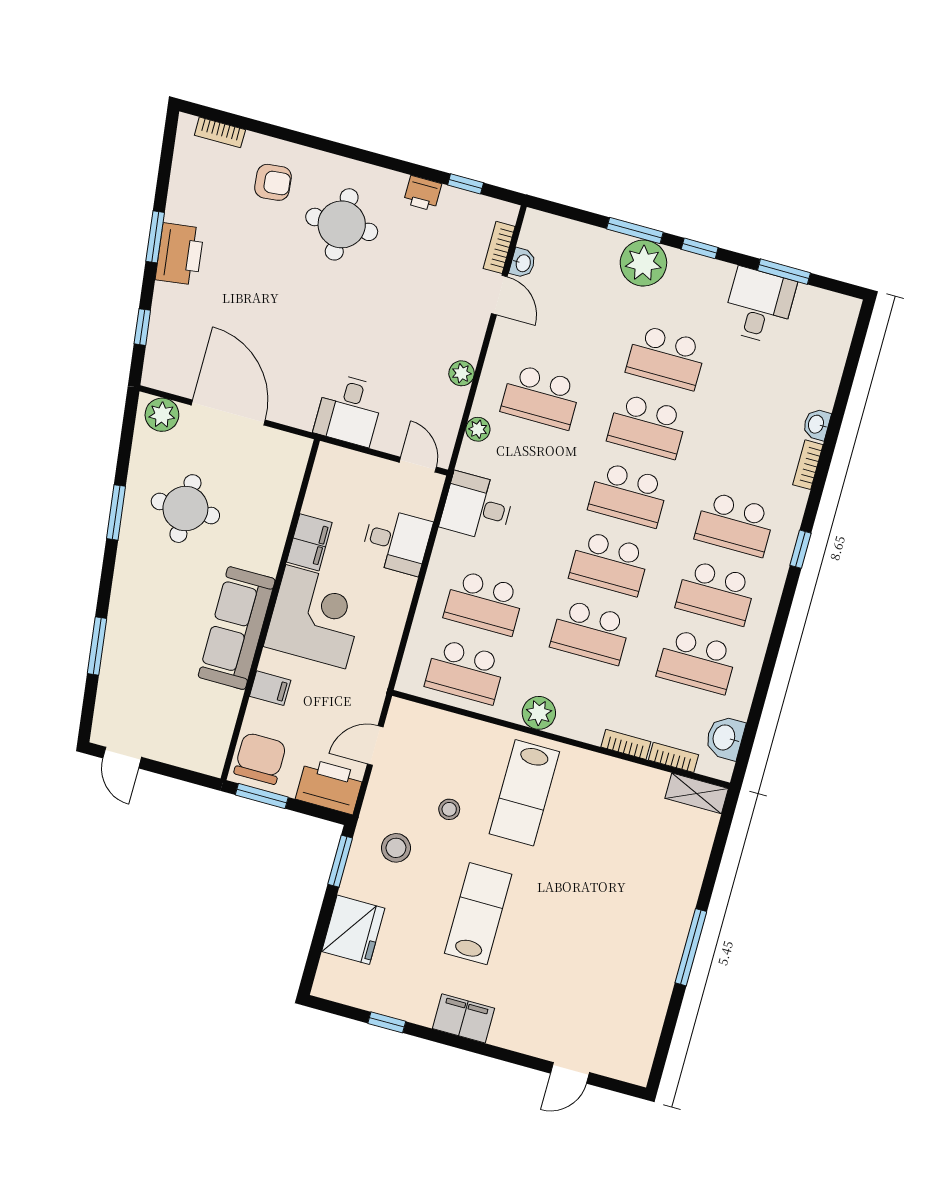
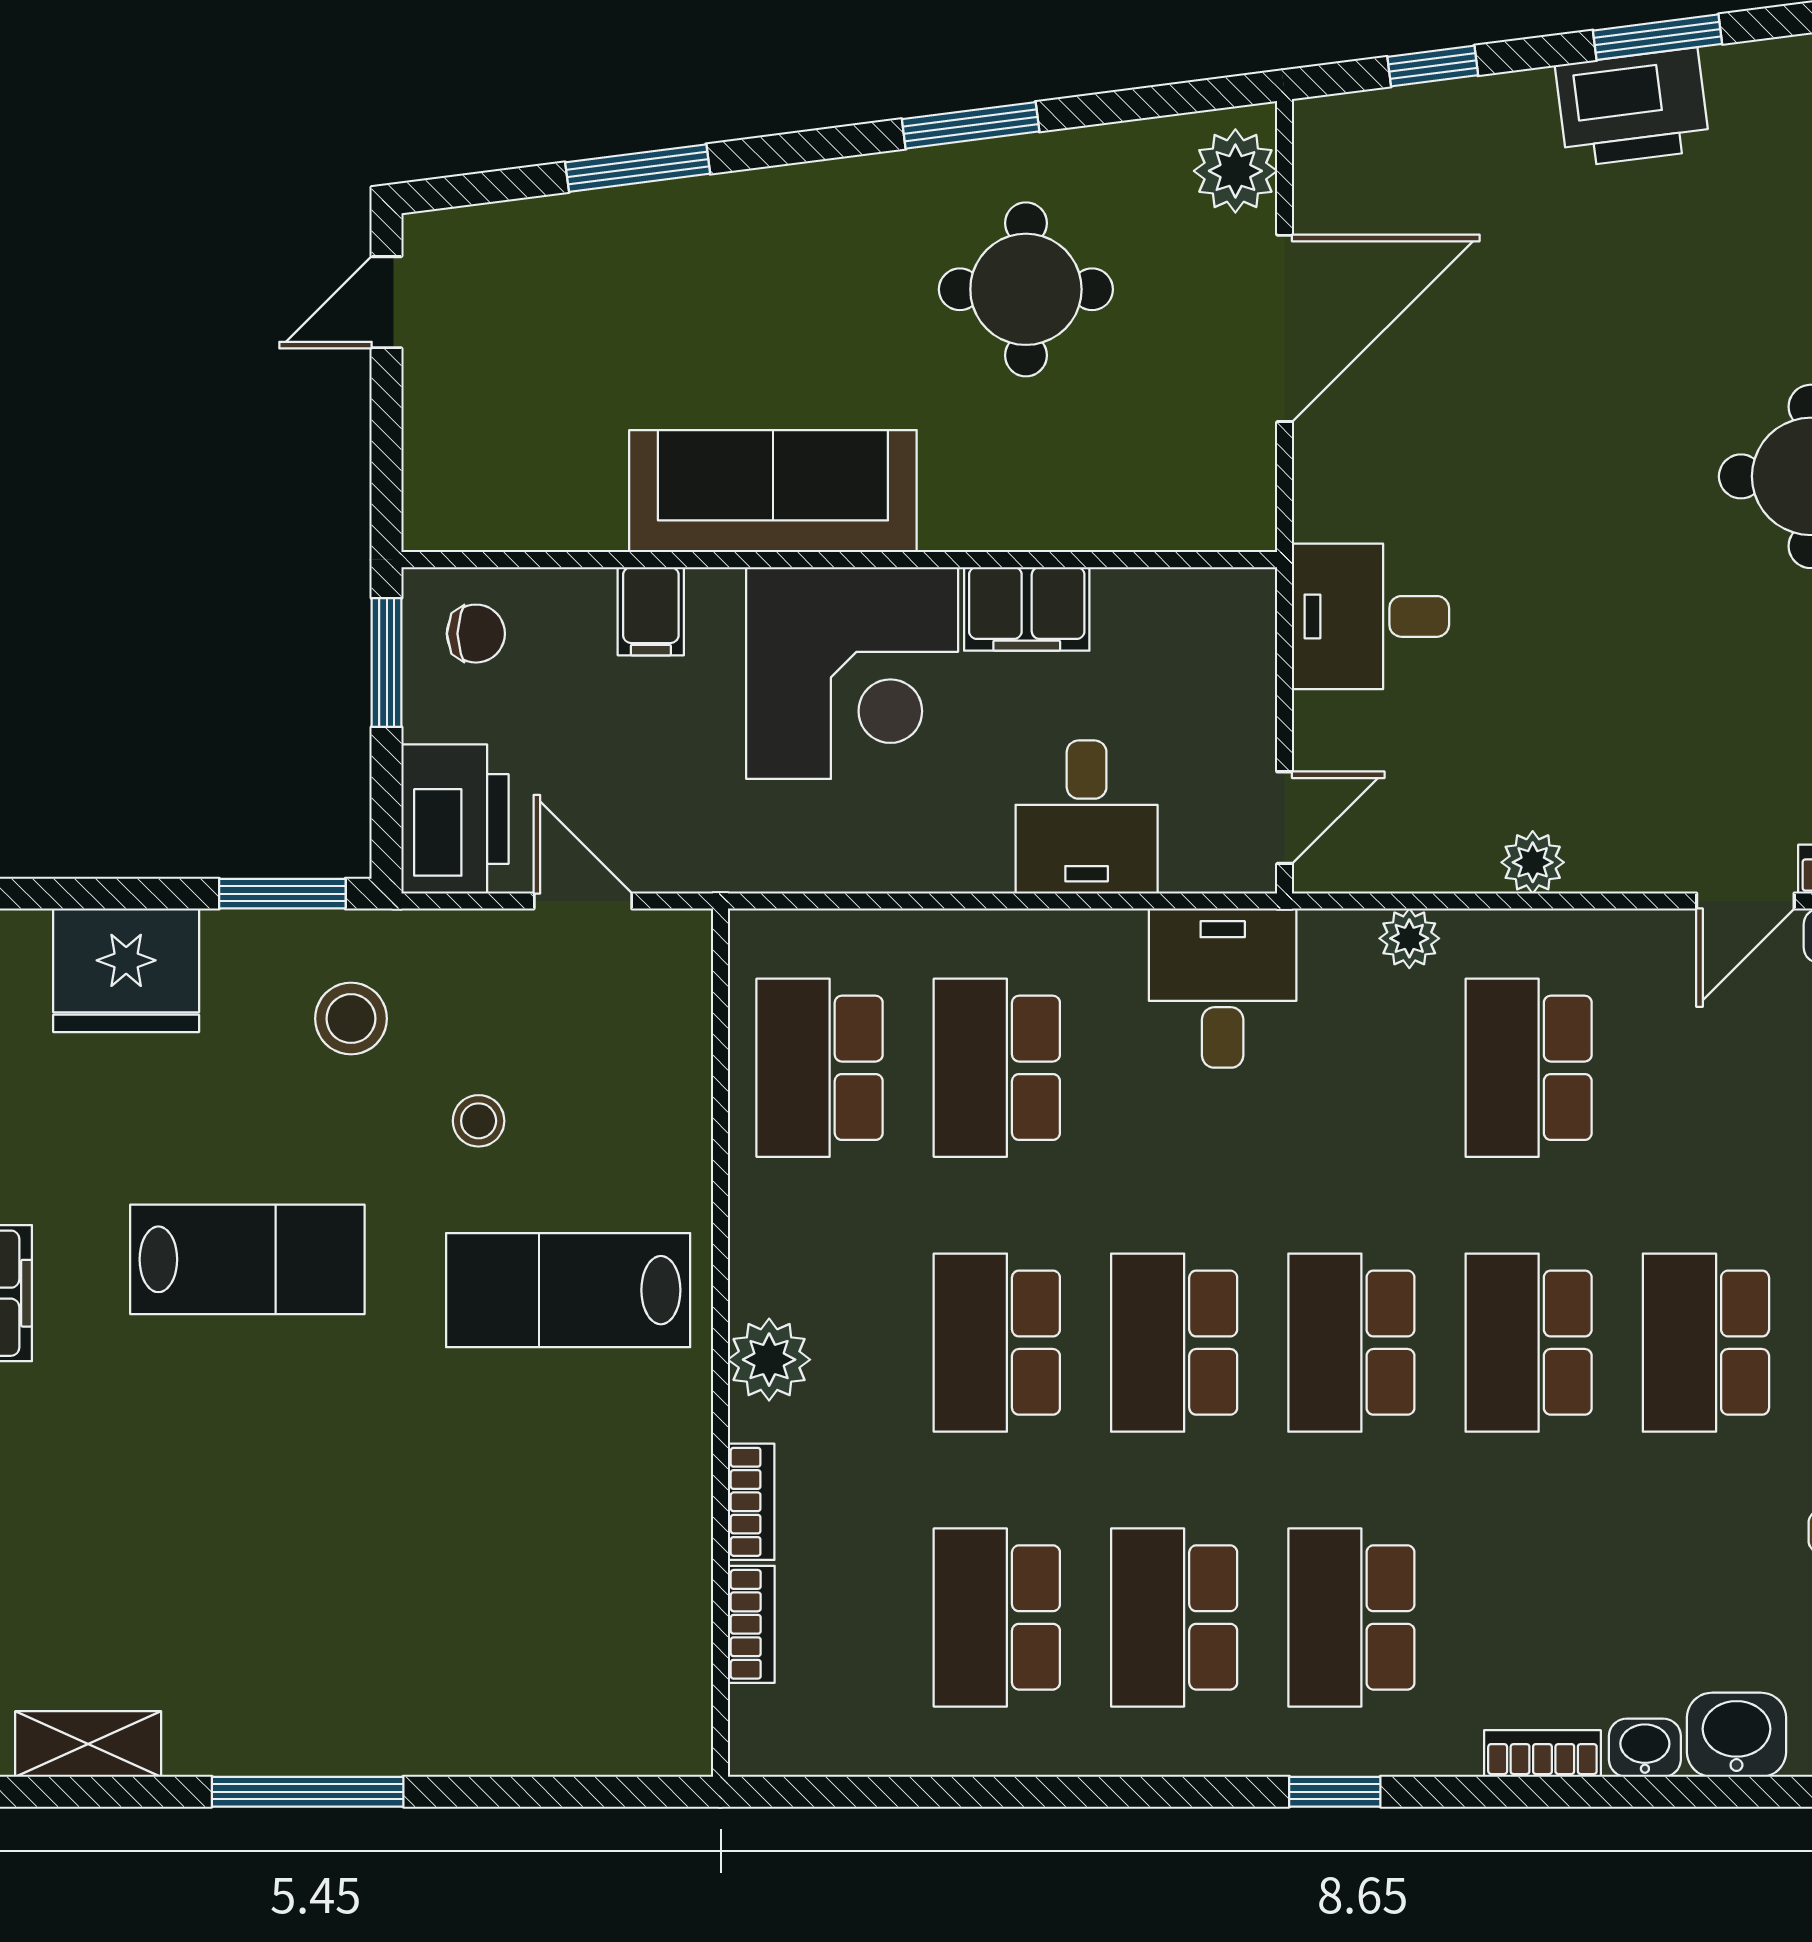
plant: (539, 713) -> (769, 1360), moved
washbasin: (725, 738) -> (1736, 1735), moved
chair: (260, 758) -> (476, 634), width x0.54, depth x0.54
shelving: (697, 793) -> (88, 1744), moved, turned 90

